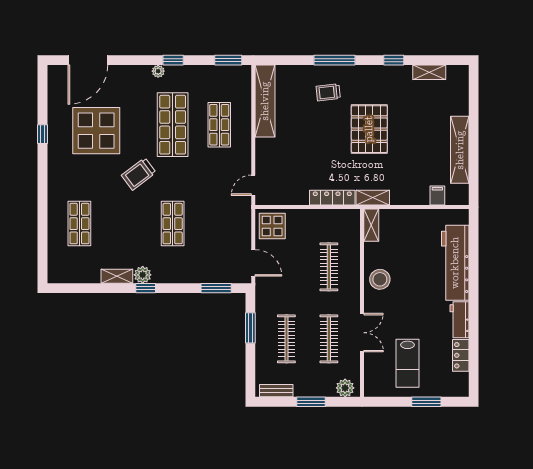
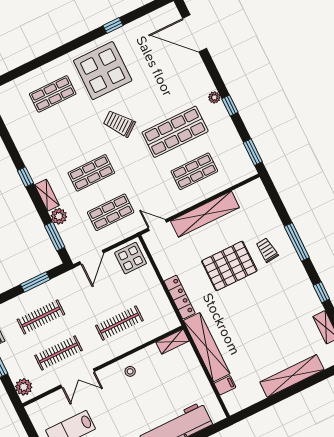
shelving: (265, 101) -> (205, 214), moved
pallet: (369, 129) -> (229, 266), moved
display table: (96, 131) -> (103, 71), moved
shelving: (460, 150) -> (292, 376), moved
shelving: (373, 198) -> (207, 347), width x2.20, depth x1.33
shop shelf: (219, 224) -> (111, 212), added
plant: (143, 275) -> (59, 216), moved
shelving: (117, 276) -> (47, 195), moved
stool: (380, 279) -> (130, 371), width x0.53, depth x0.53

